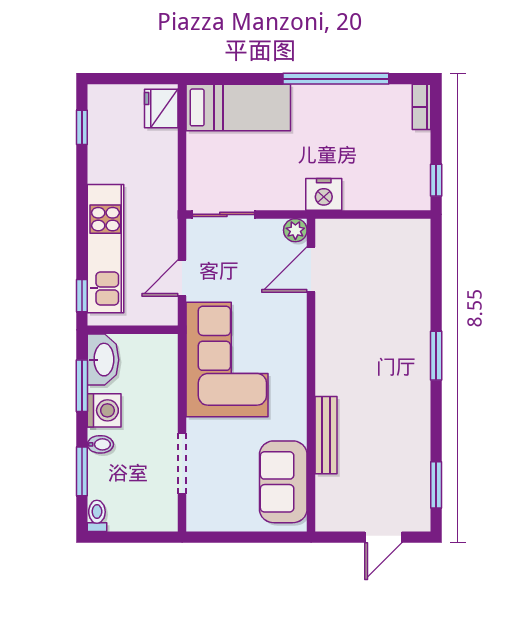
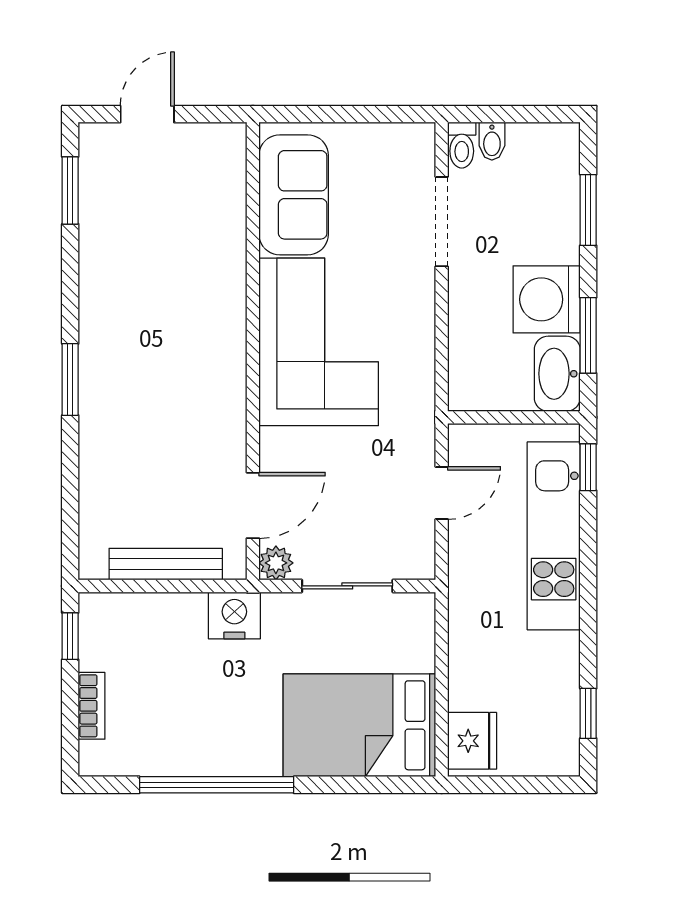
bed: (238, 107) -> (359, 725), width x1.50
bookcase: (421, 107) -> (92, 706), moved
sliding door: (223, 214) -> (347, 586), moved
corner sofa: (227, 360) -> (319, 342), moved, turned 180
washing machine: (104, 410) -> (547, 299), width x1.37, depth x1.37
bench: (326, 435) -> (166, 564), moved, turned 90
bidet: (100, 444) -> (492, 141), moved, turned -90
toilet: (97, 516) -> (462, 145), moved

